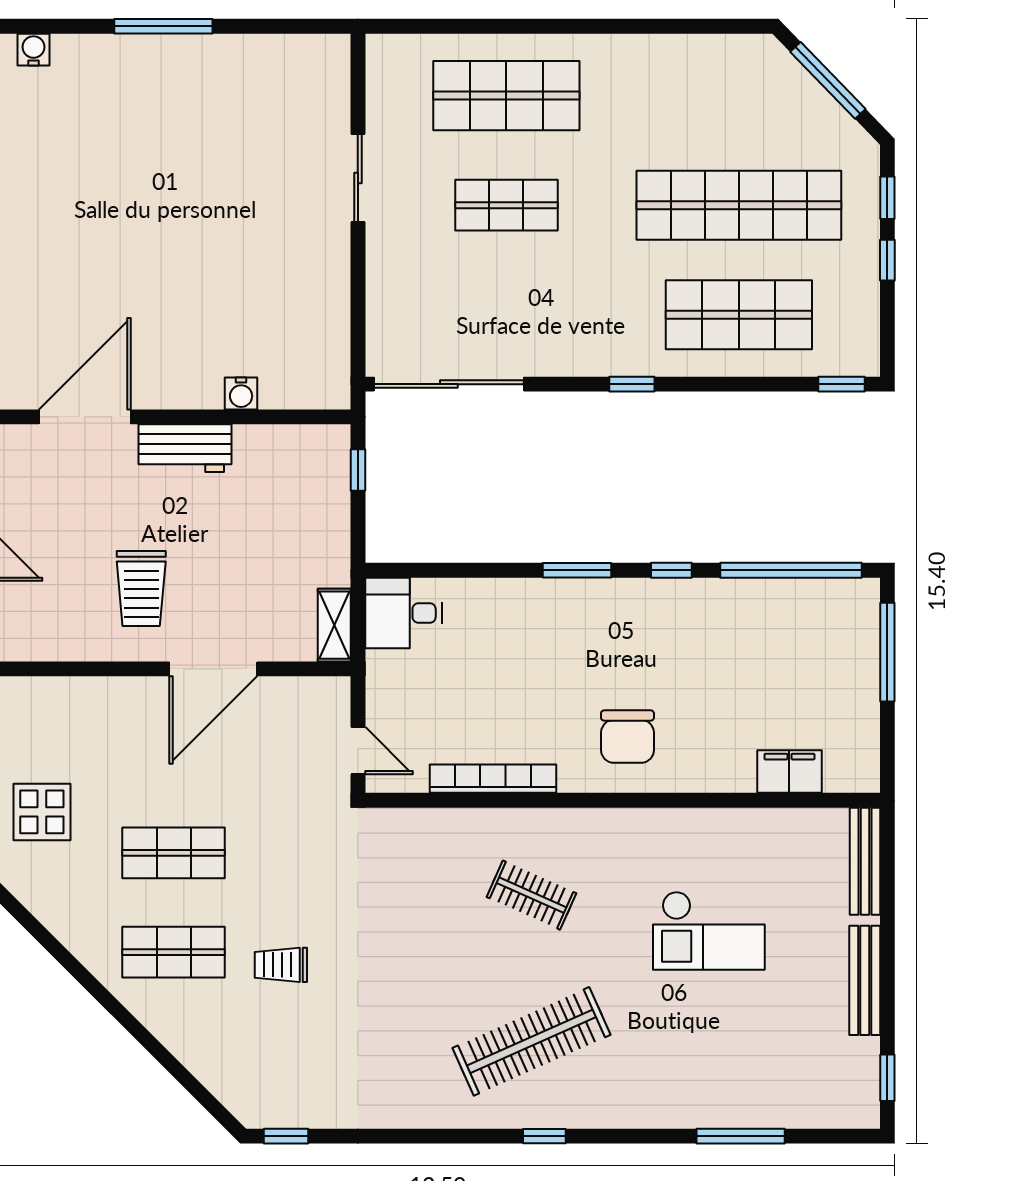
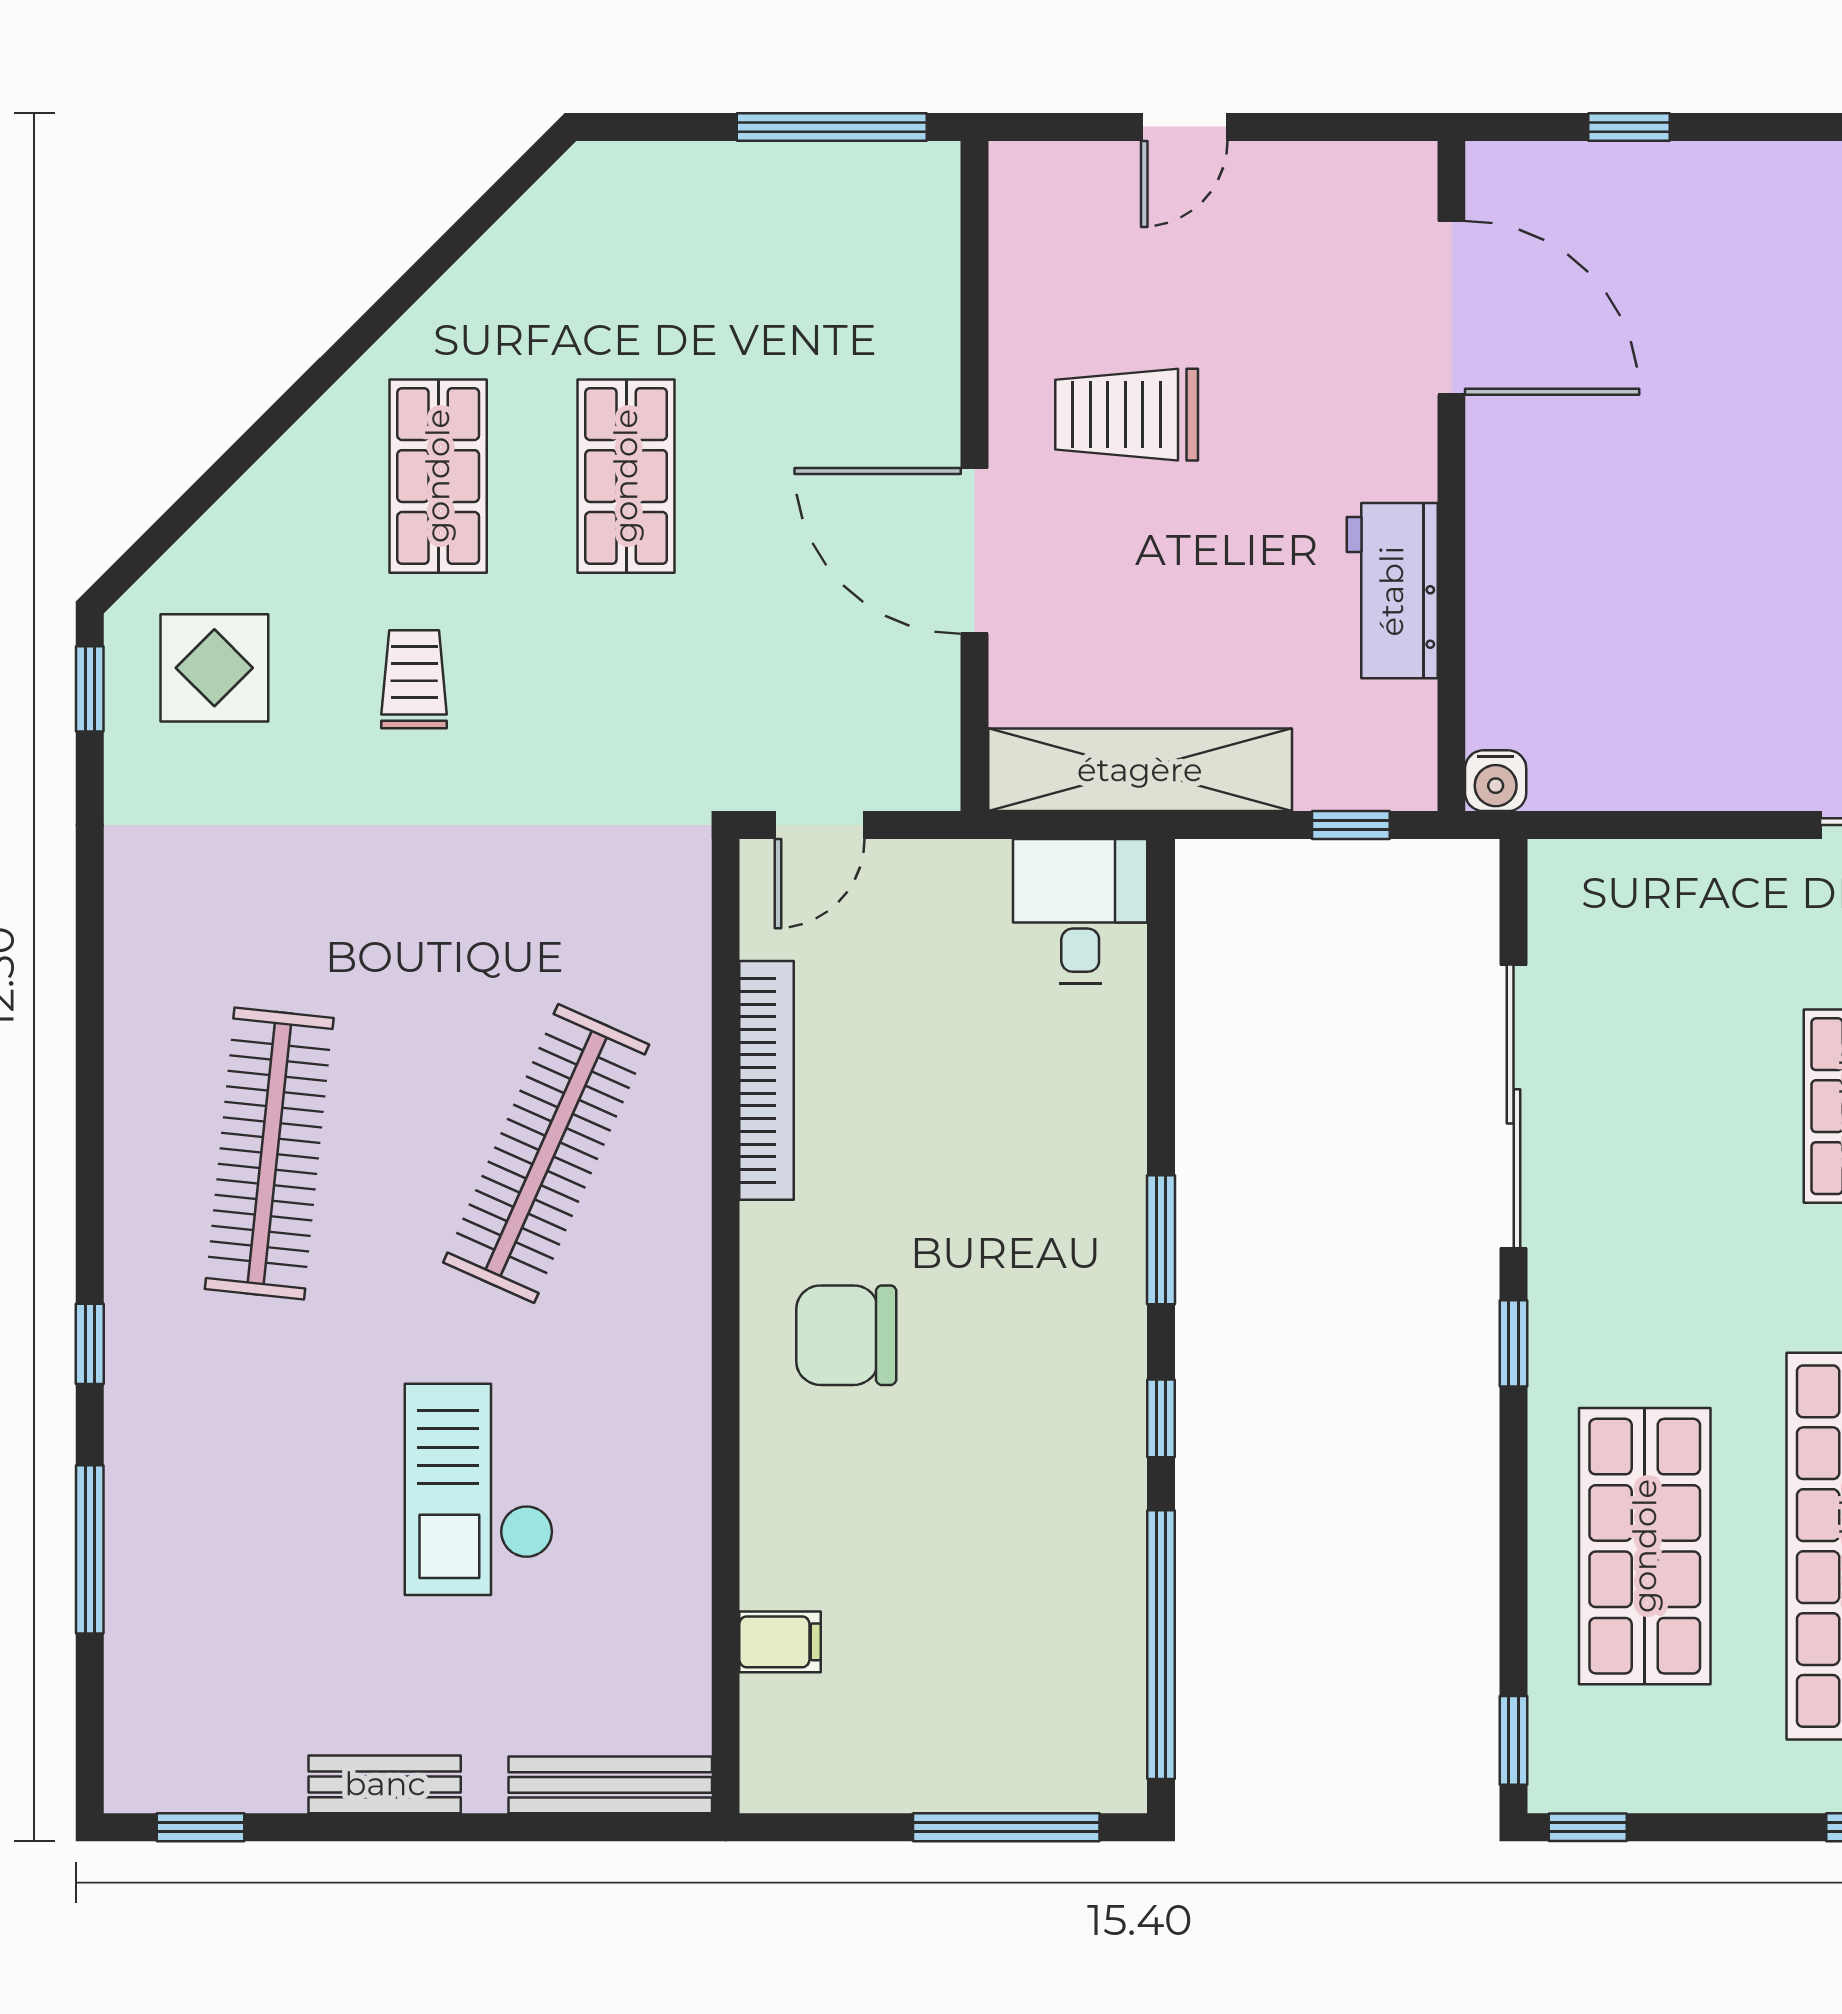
window: (887, 260) -> (1588, 1827), moved
sliding door: (449, 384) -> (1514, 1106), moved
water cooler: (241, 394) -> (1496, 781), moved, turned -90
workbench: (185, 448) -> (1392, 591), moved
shelving: (334, 625) -> (1140, 770), width x2.20, depth x1.33
filing cabinet: (789, 772) -> (780, 1642), width x0.50
display table: (42, 812) -> (214, 668), moved
clothes rail: (531, 895) -> (546, 1153), width x1.86, depth x1.31
bench: (865, 980) -> (385, 1784), width x0.73
clothes rail: (531, 1041) -> (269, 1153), turned 30
window: (544, 1136) -> (90, 1344), moved

